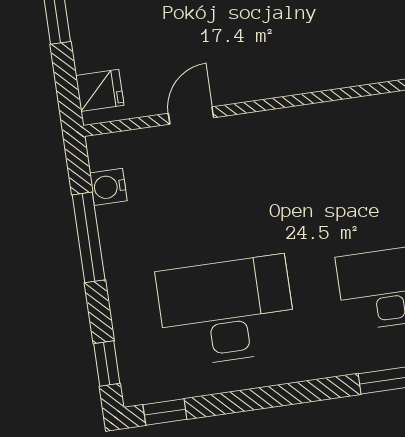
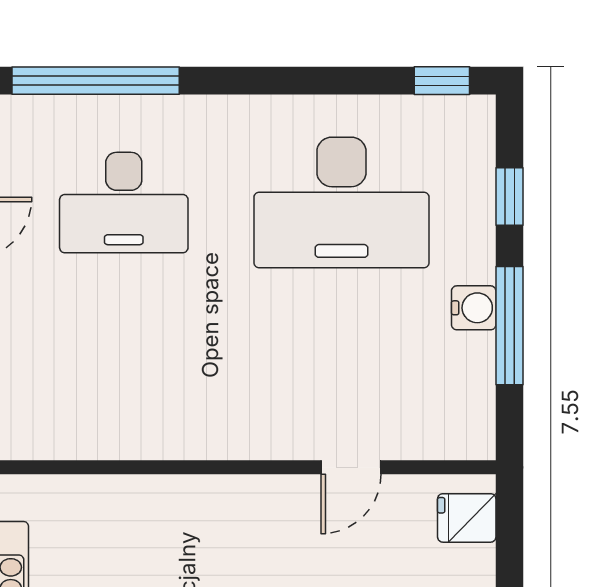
water cooler: (108, 187) -> (474, 308), moved
window: (107, 363) -> (510, 196), moved

